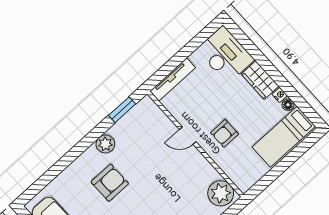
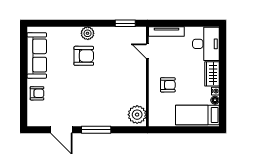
armchair: (225, 133) -> (168, 85), turned 180
door: (188, 136) -> (147, 51), moved
plant: (105, 144) -> (88, 33), moved

